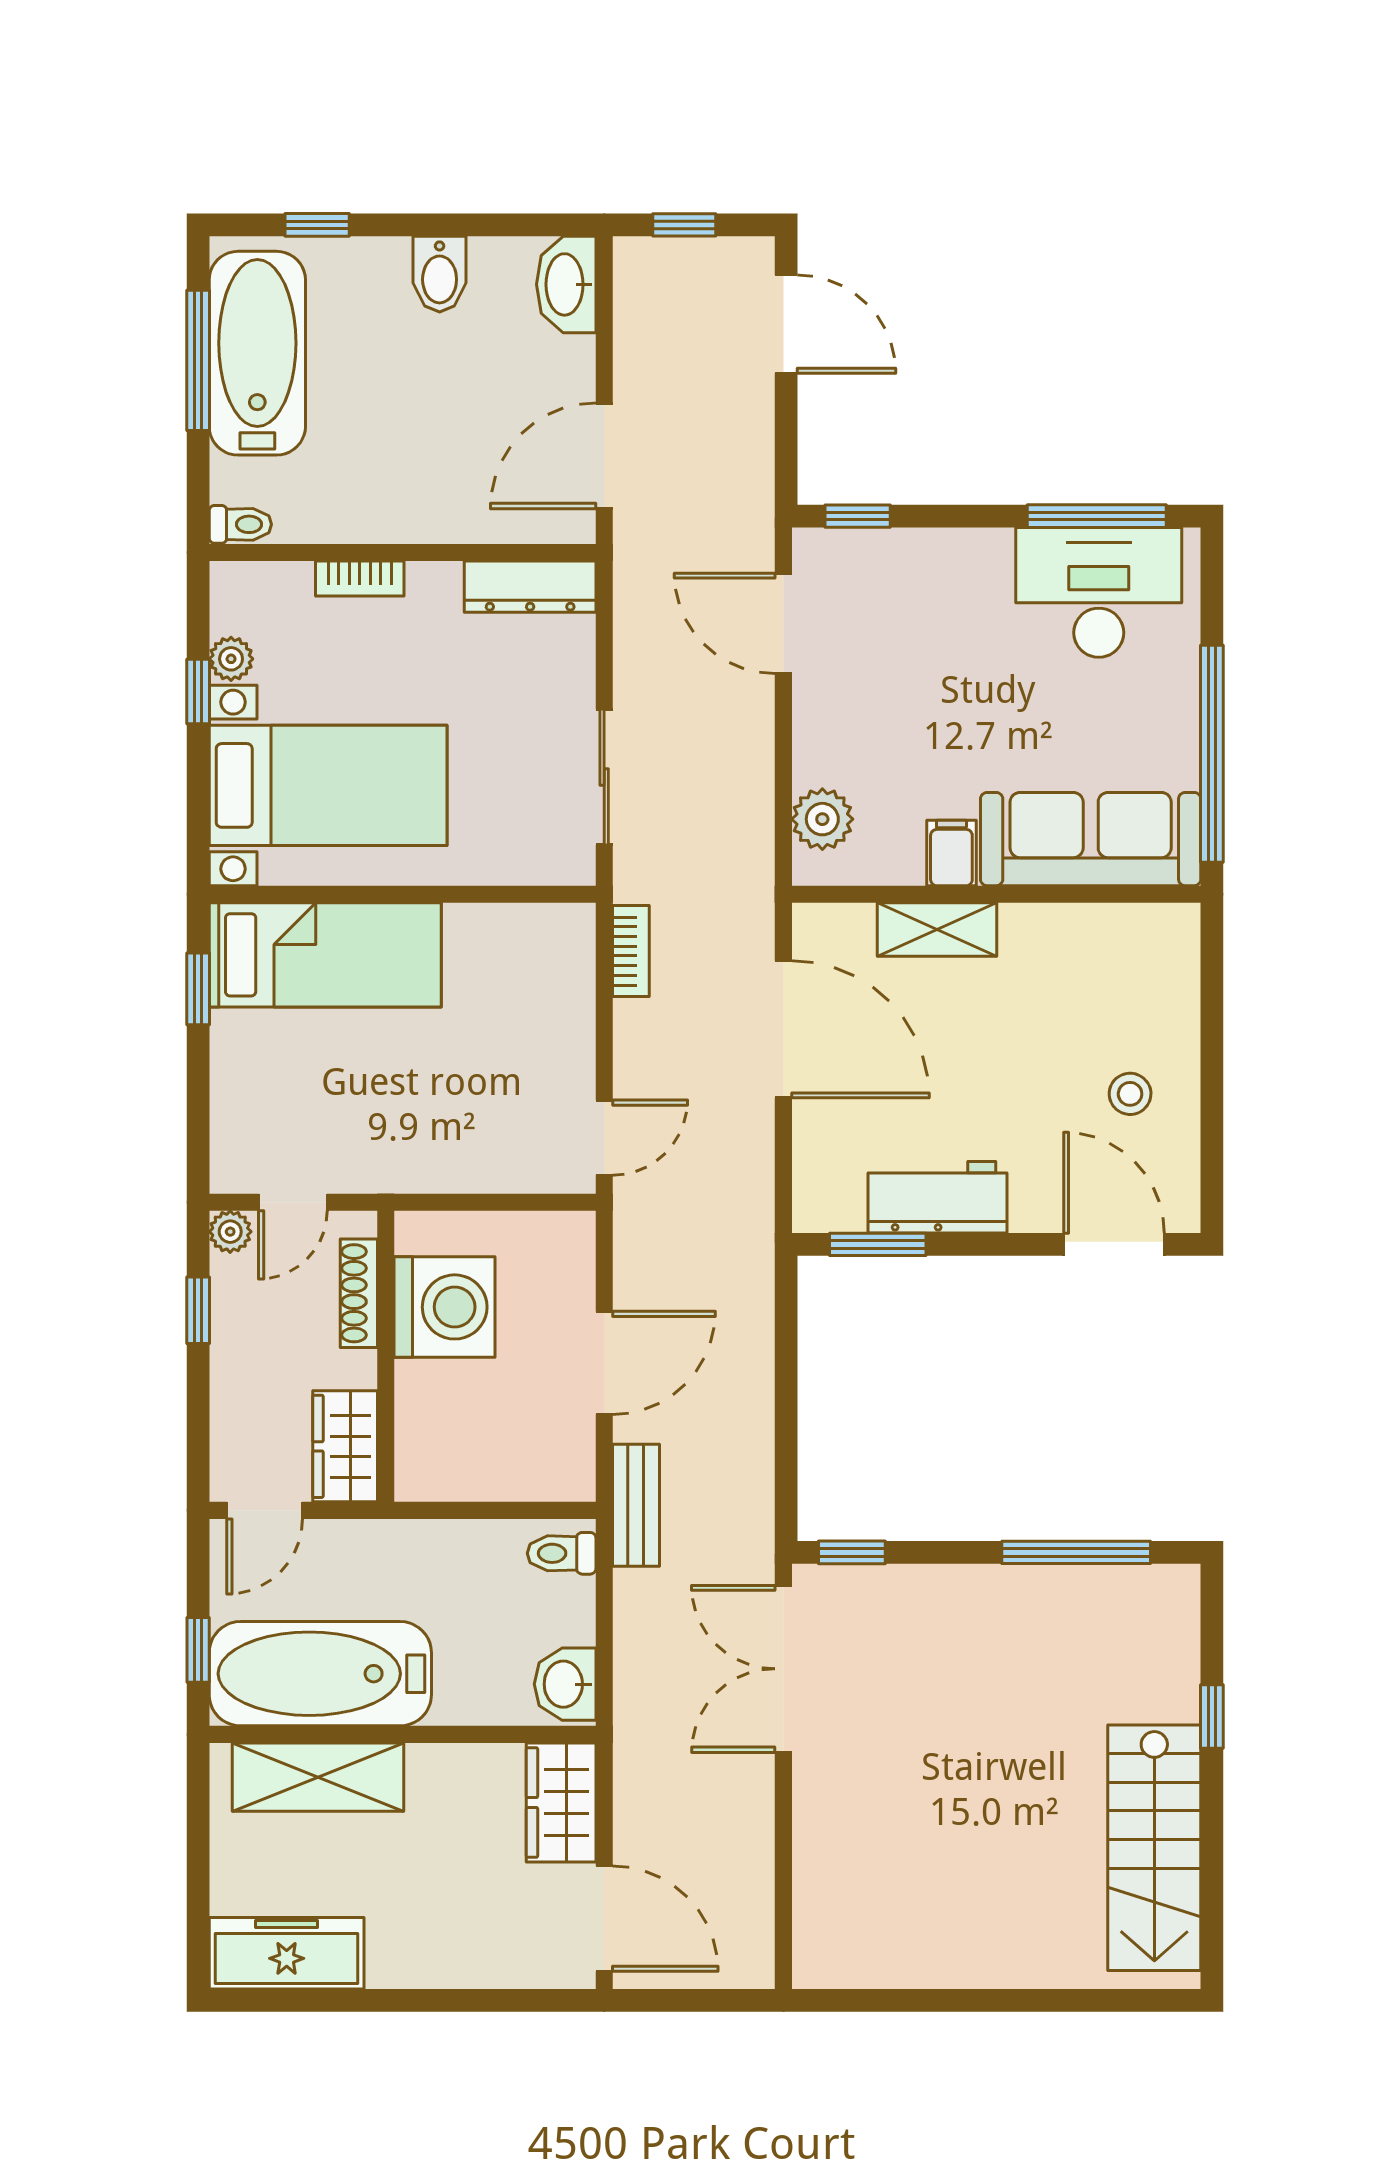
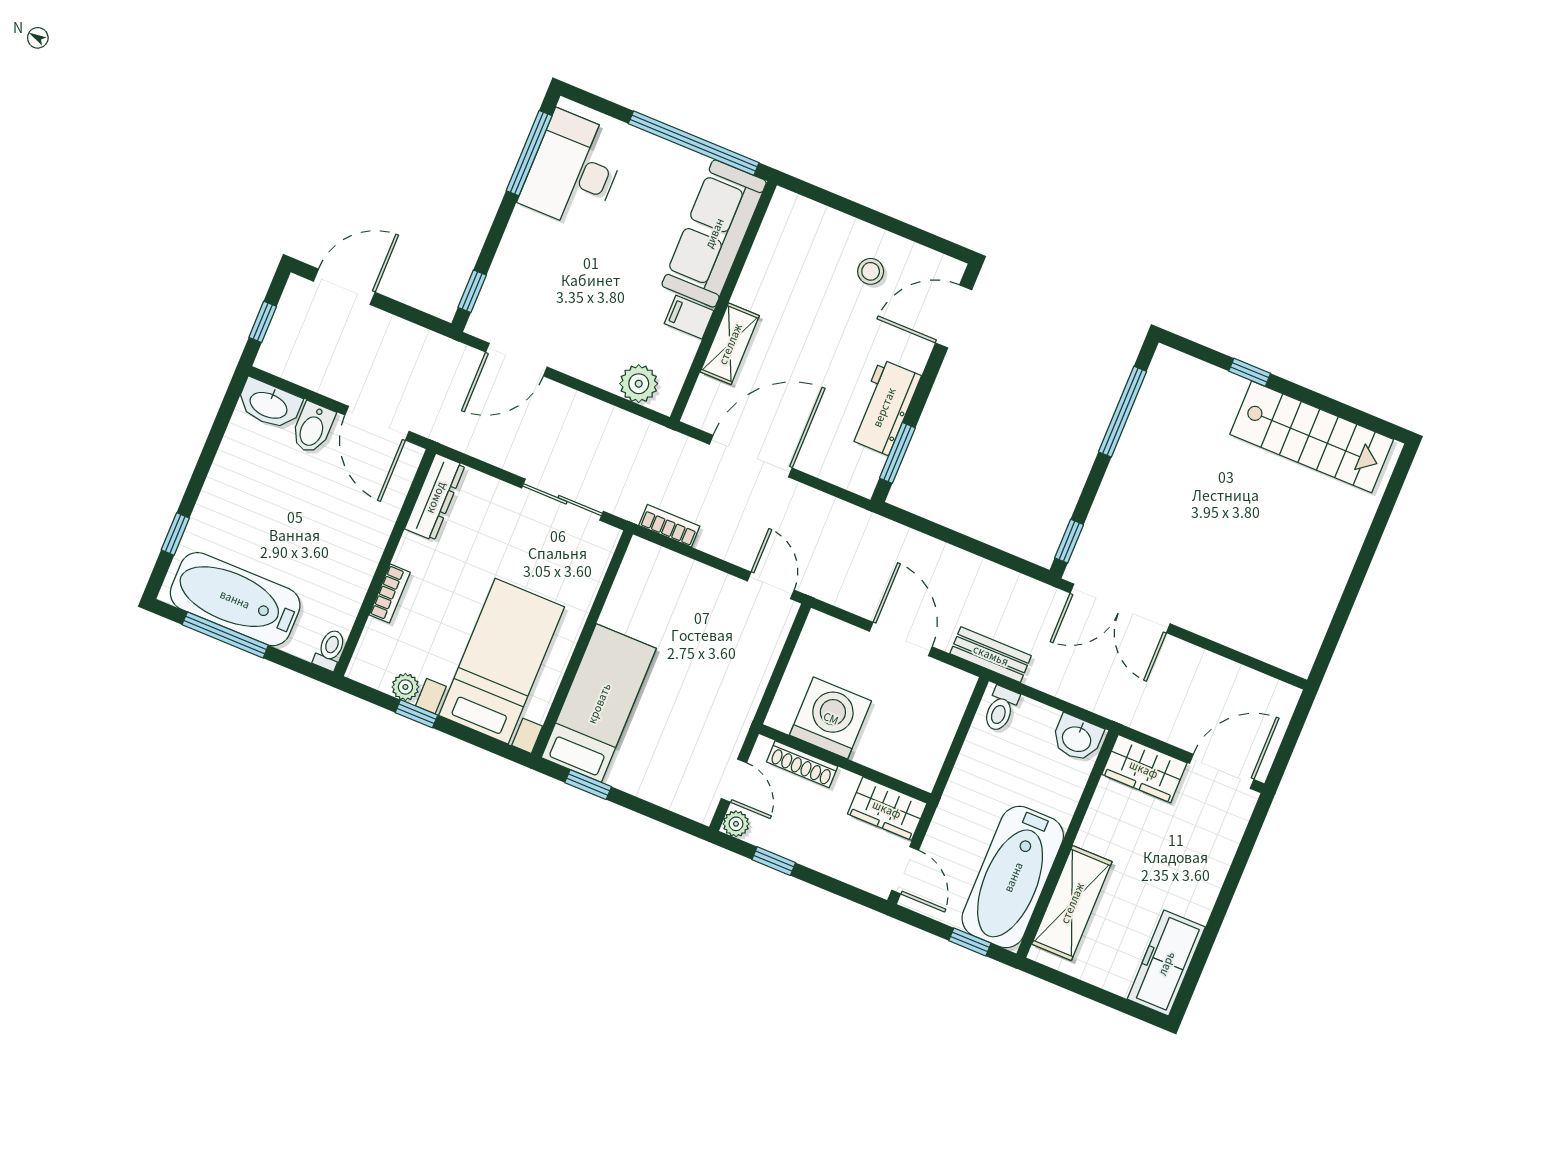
bidet: (440, 274) -> (313, 428), moved, turned 90

